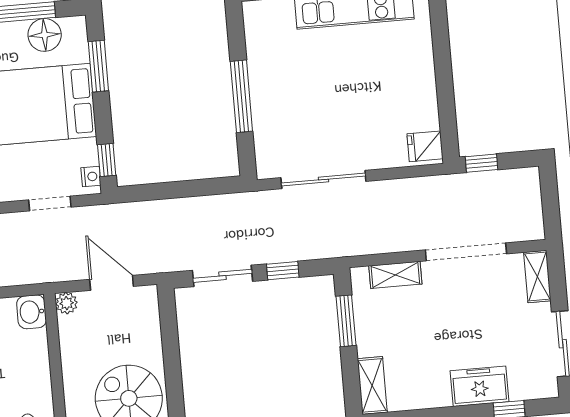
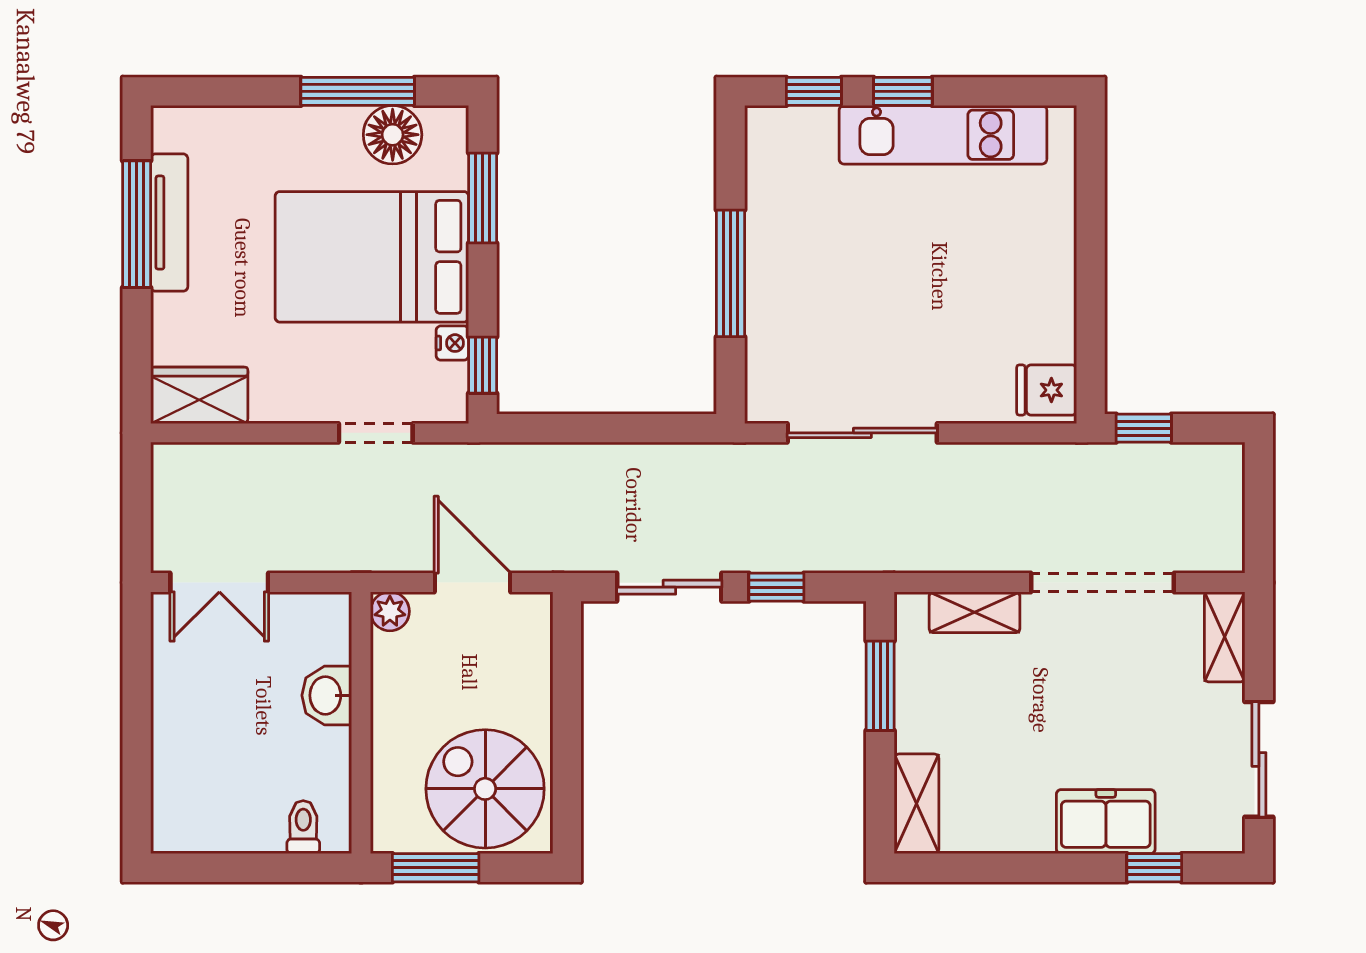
nightstand: (91, 177) -> (452, 343), moved
washbasin: (32, 312) -> (327, 695), moved

